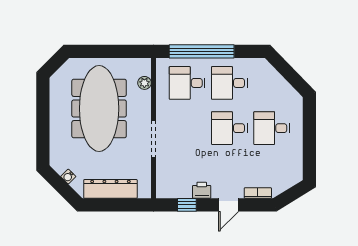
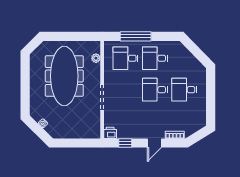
window: (202, 51) -> (136, 36), width x0.68
dresser: (110, 189) -> (72, 132), removed
printer: (202, 190) -> (110, 133), moved

